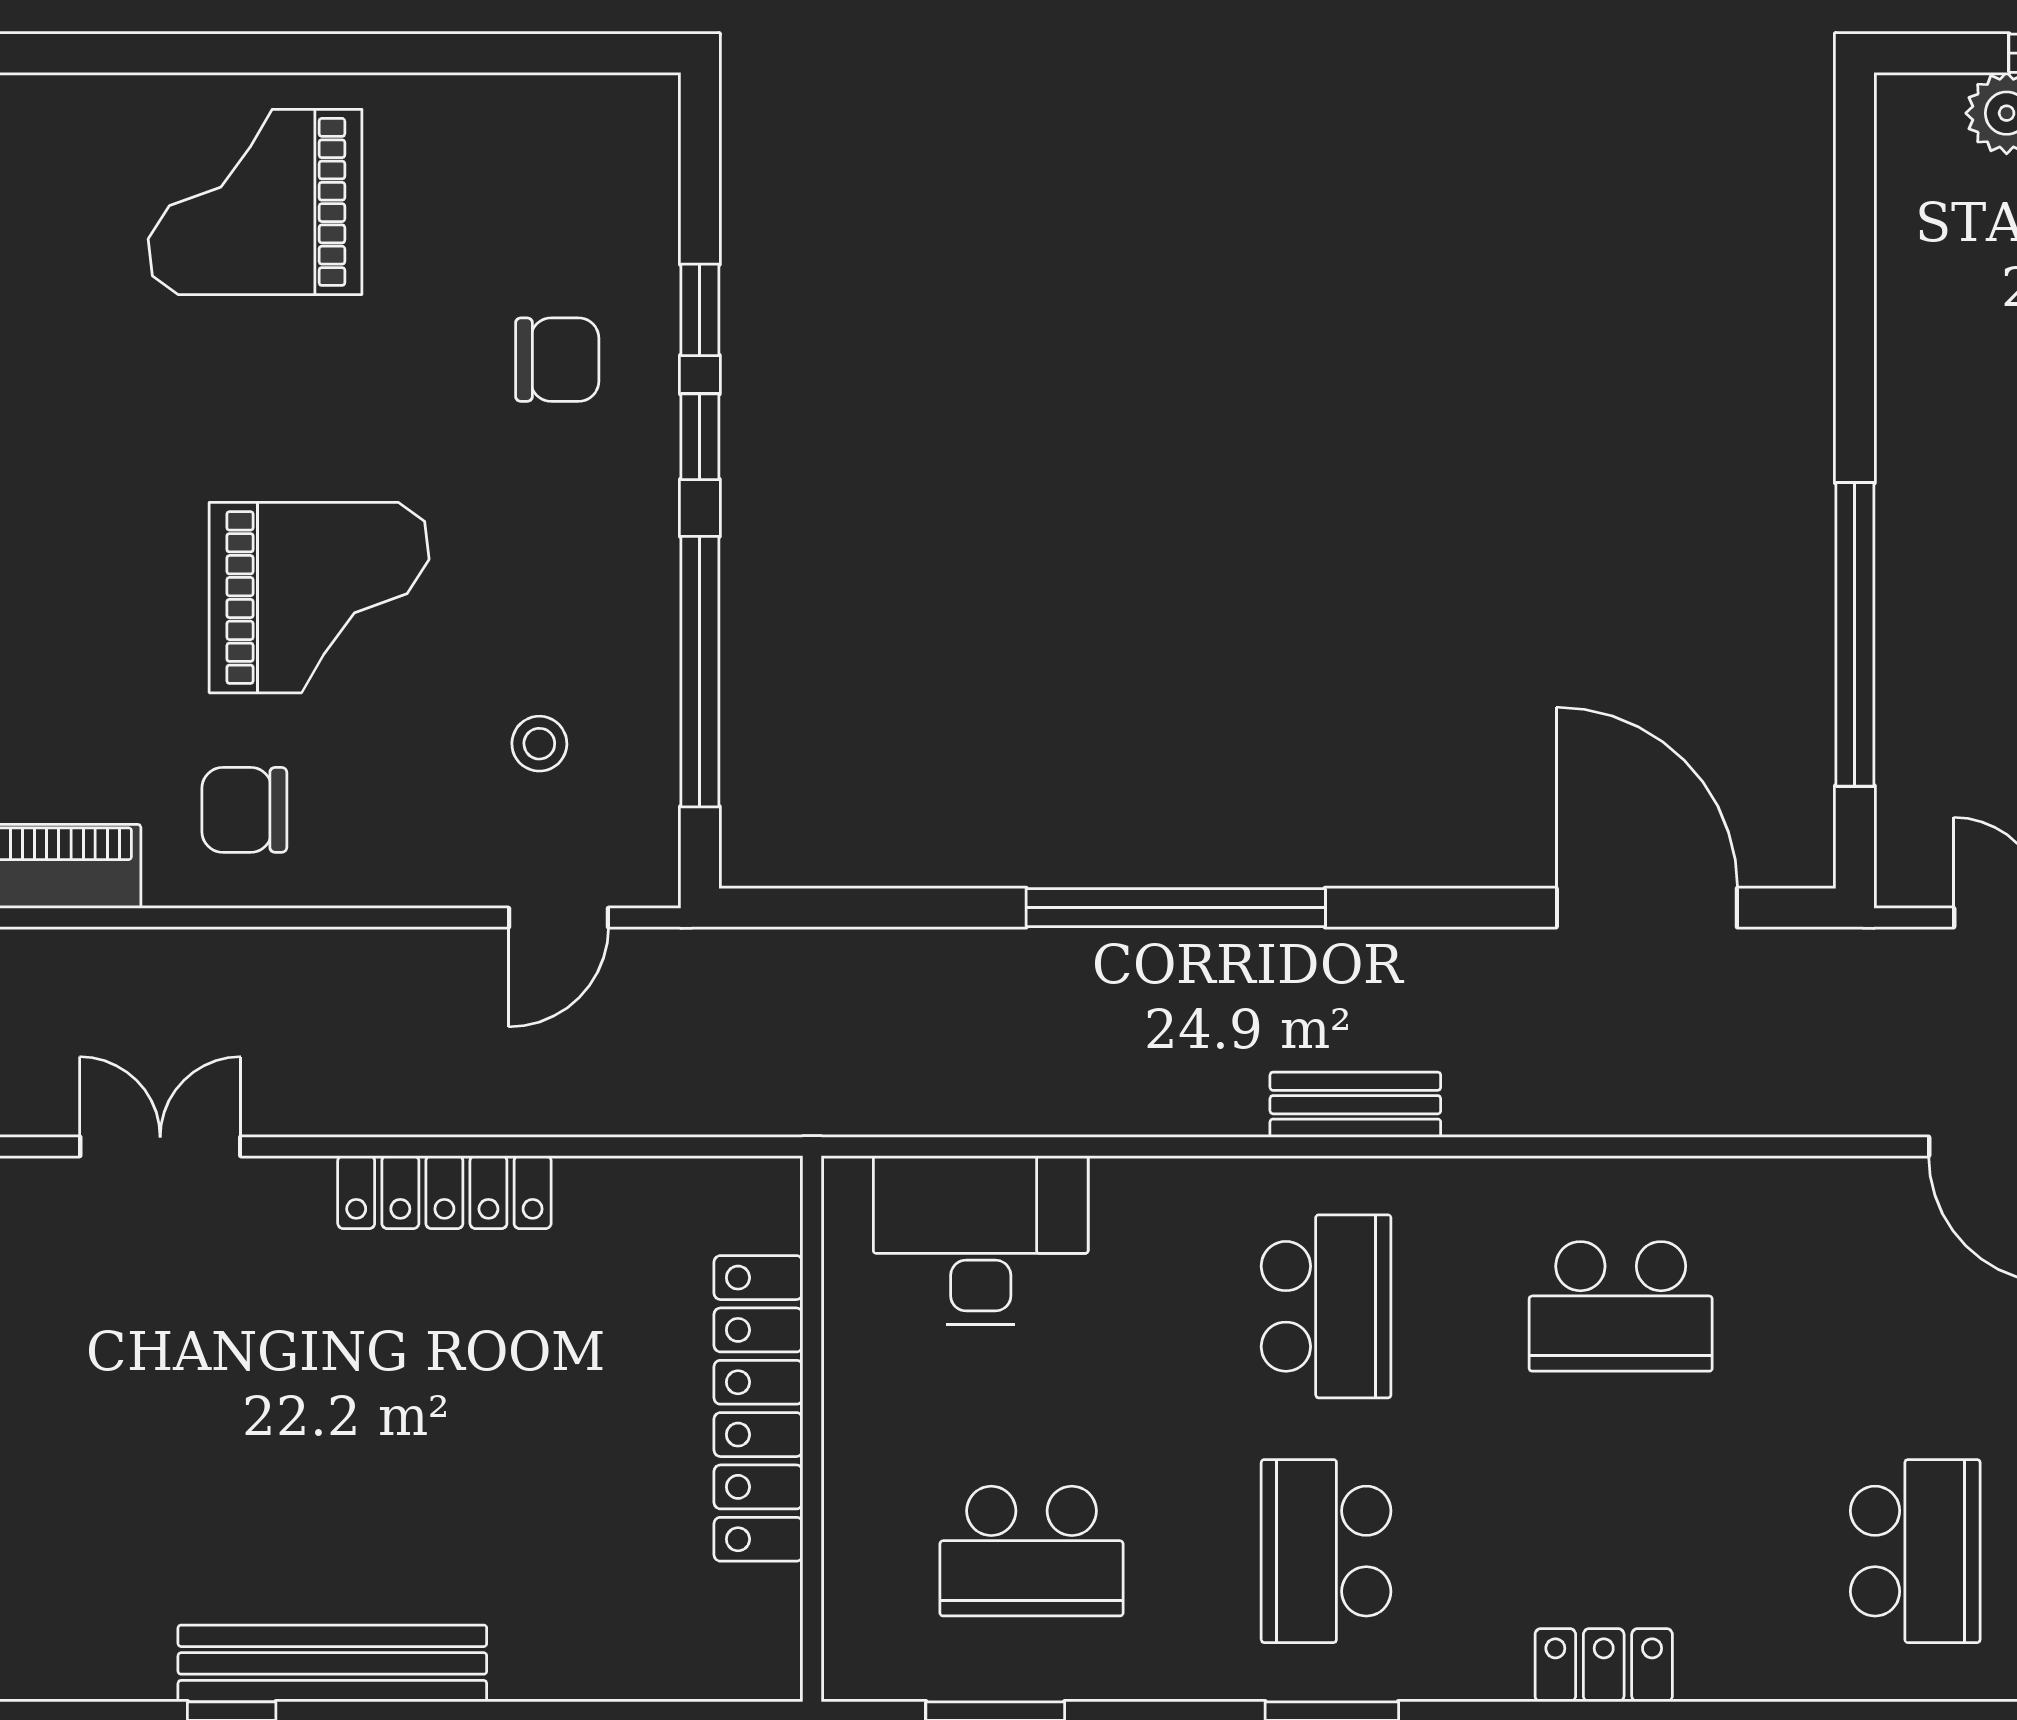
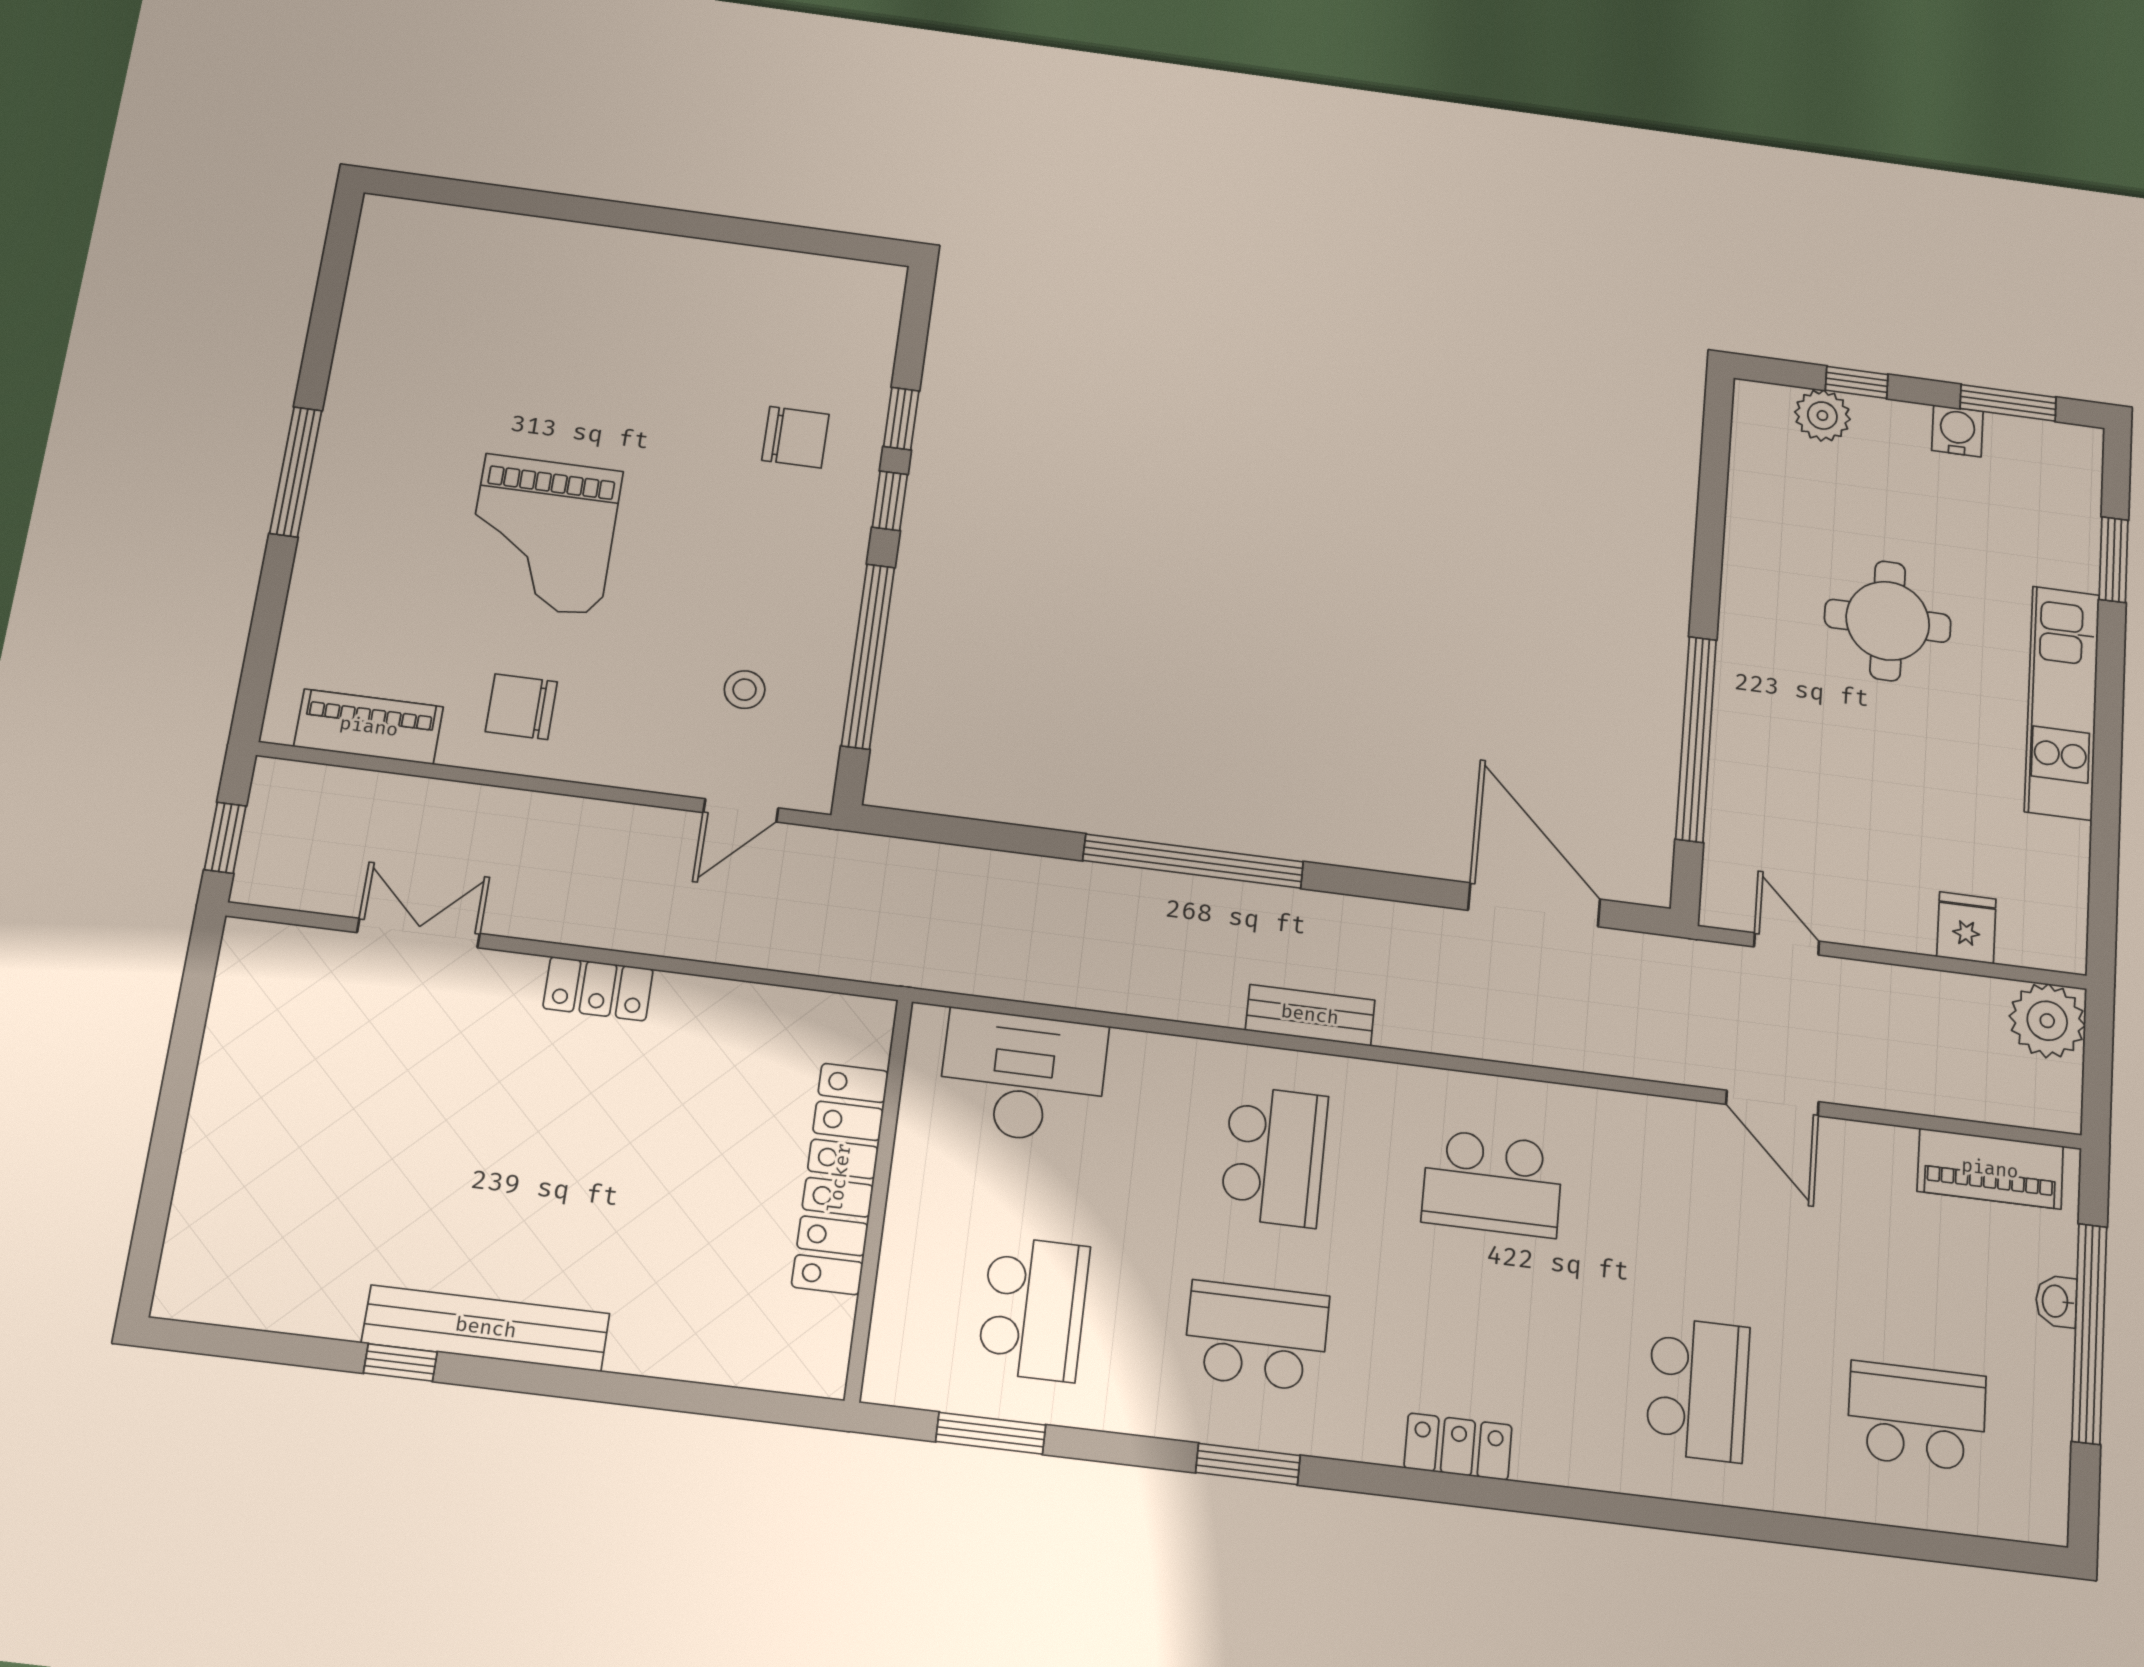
grand piano: (255, 202) -> (597, 307), removed
grand piano: (319, 598) -> (542, 535), moved, turned 90
locker: (444, 1192) -> (598, 989), width x0.66
school desk: (1032, 1551) -> (1034, 1309), turned -90
school desk: (1326, 1551) -> (1256, 1336), turned 90

